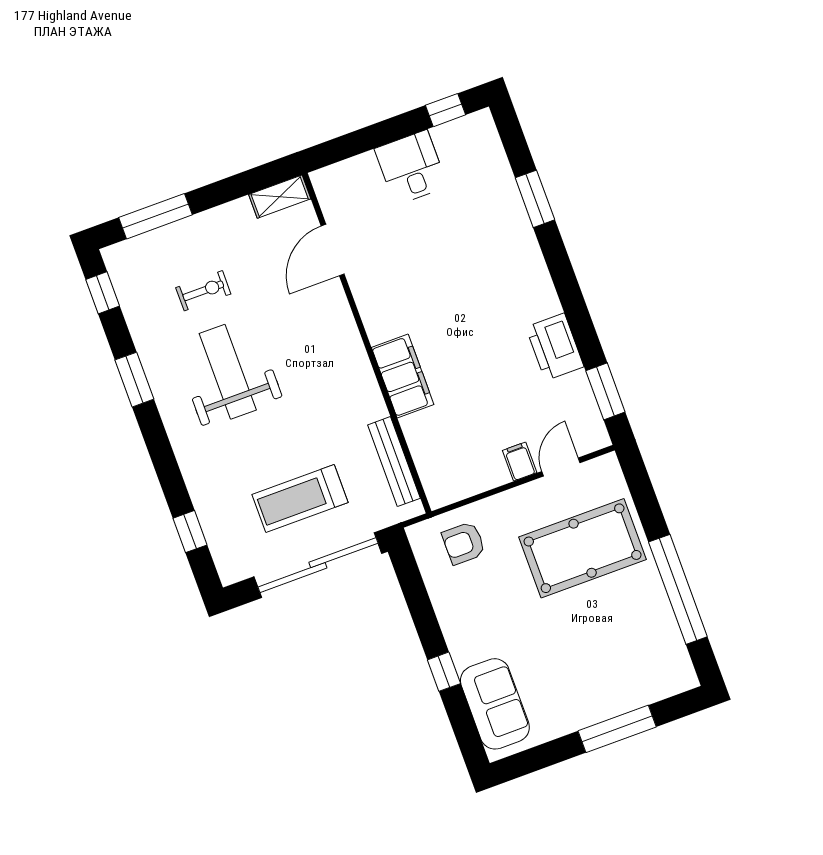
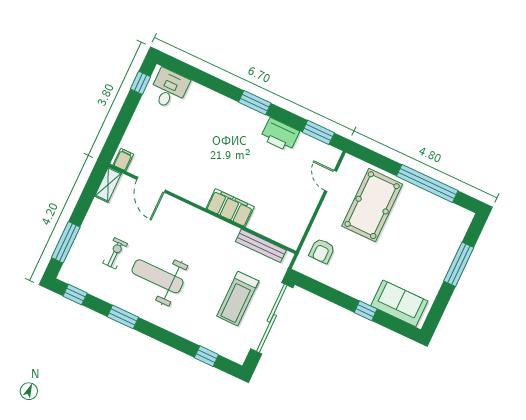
desk: (411, 168) -> (169, 89), moved, turned 90
window: (535, 199) -> (255, 103), moved
filing cabinet: (520, 462) -> (123, 160), moved, turned 90

